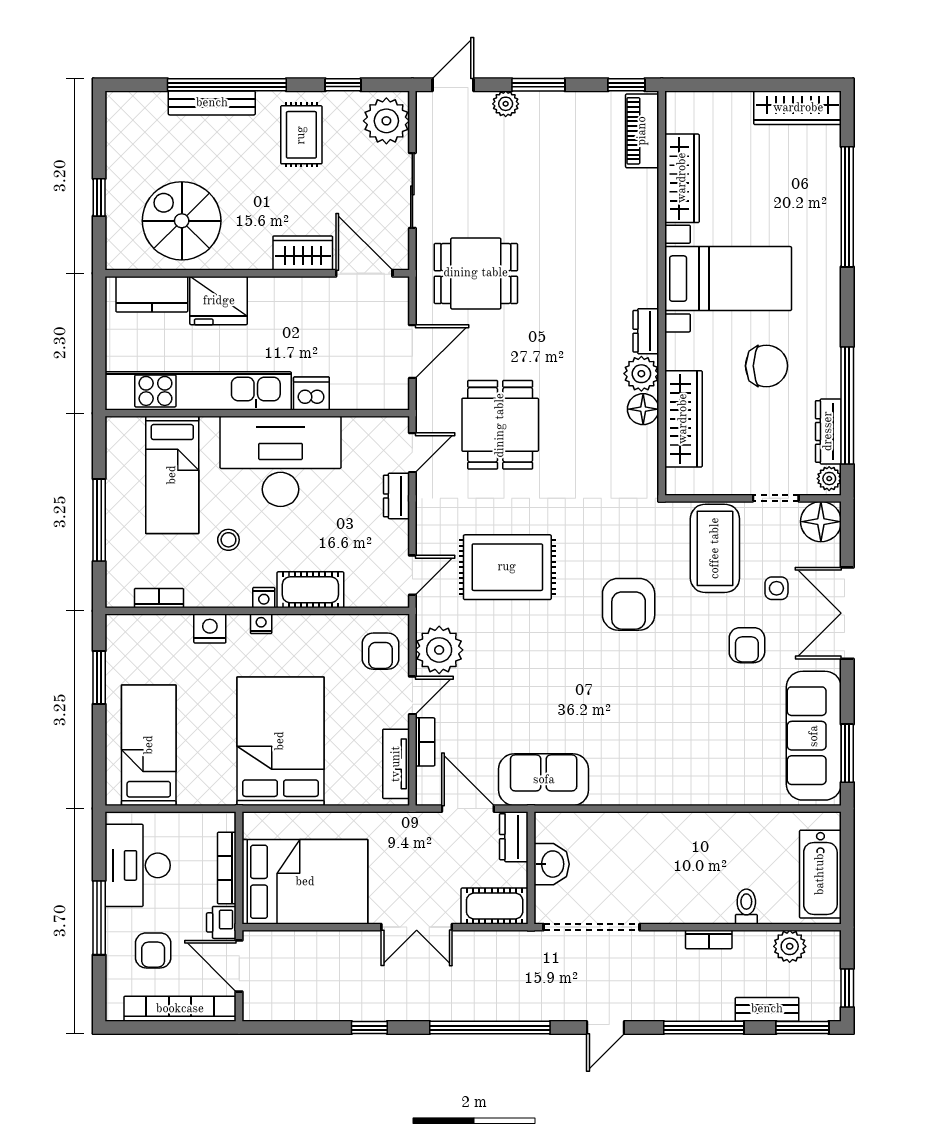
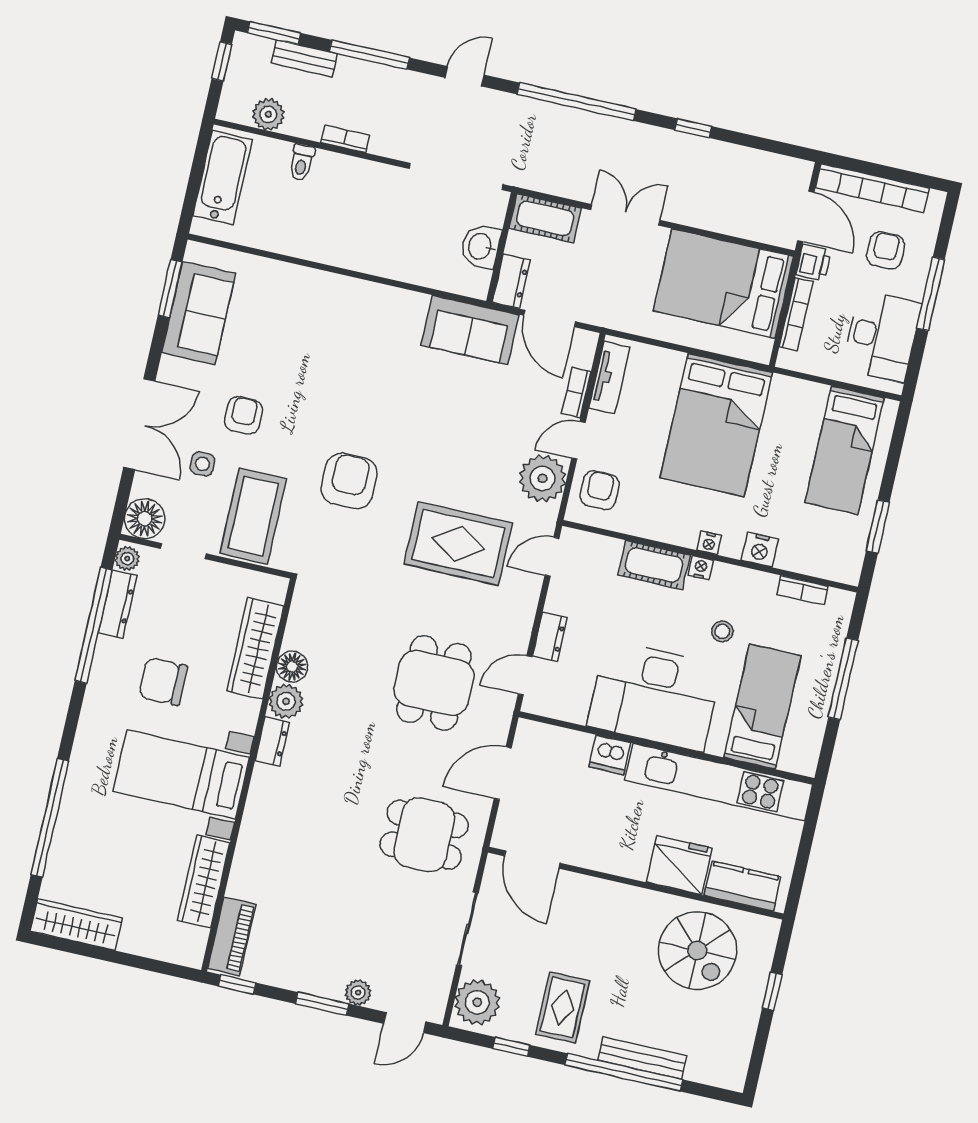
wardrobe: (303, 253) -> (587, 893), removed
sofa: (814, 736) -> (199, 313), width x0.73

